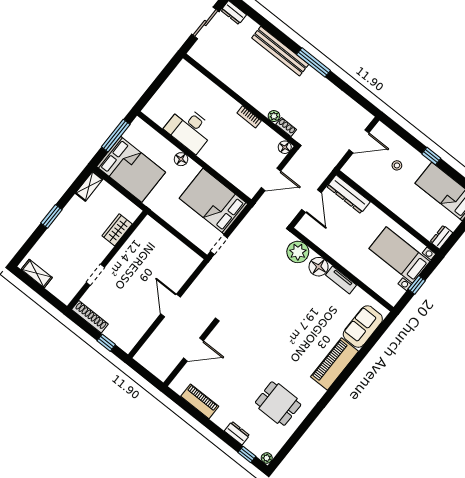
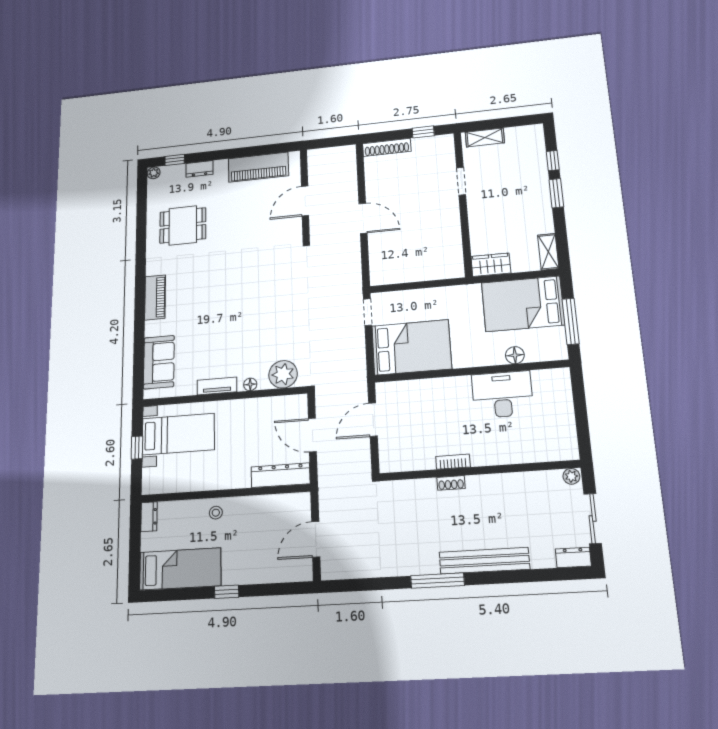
plant: (274, 116) -> (571, 476), moved
shoe rack: (286, 127) -> (451, 483), moved
floor lamp: (285, 147) -> (388, 464), removed
floor lamp: (181, 159) -> (515, 355), moved
stool: (397, 165) -> (216, 513), moved
wardrobe: (117, 230) -> (491, 265), moved, turned -90
window: (34, 238) -> (553, 161), added
bed with nightstands: (399, 255) -> (178, 434), moved
floor lamp: (319, 267) -> (250, 384), width x0.53, depth x0.53
shelving: (37, 273) -> (485, 137), moved
shoe rack: (90, 317) -> (387, 147), moved
window: (106, 343) -> (423, 132), moved
piano: (335, 364) -> (155, 297), width x0.73, depth x0.75
piano: (200, 401) -> (258, 167), width x1.37, depth x1.33

